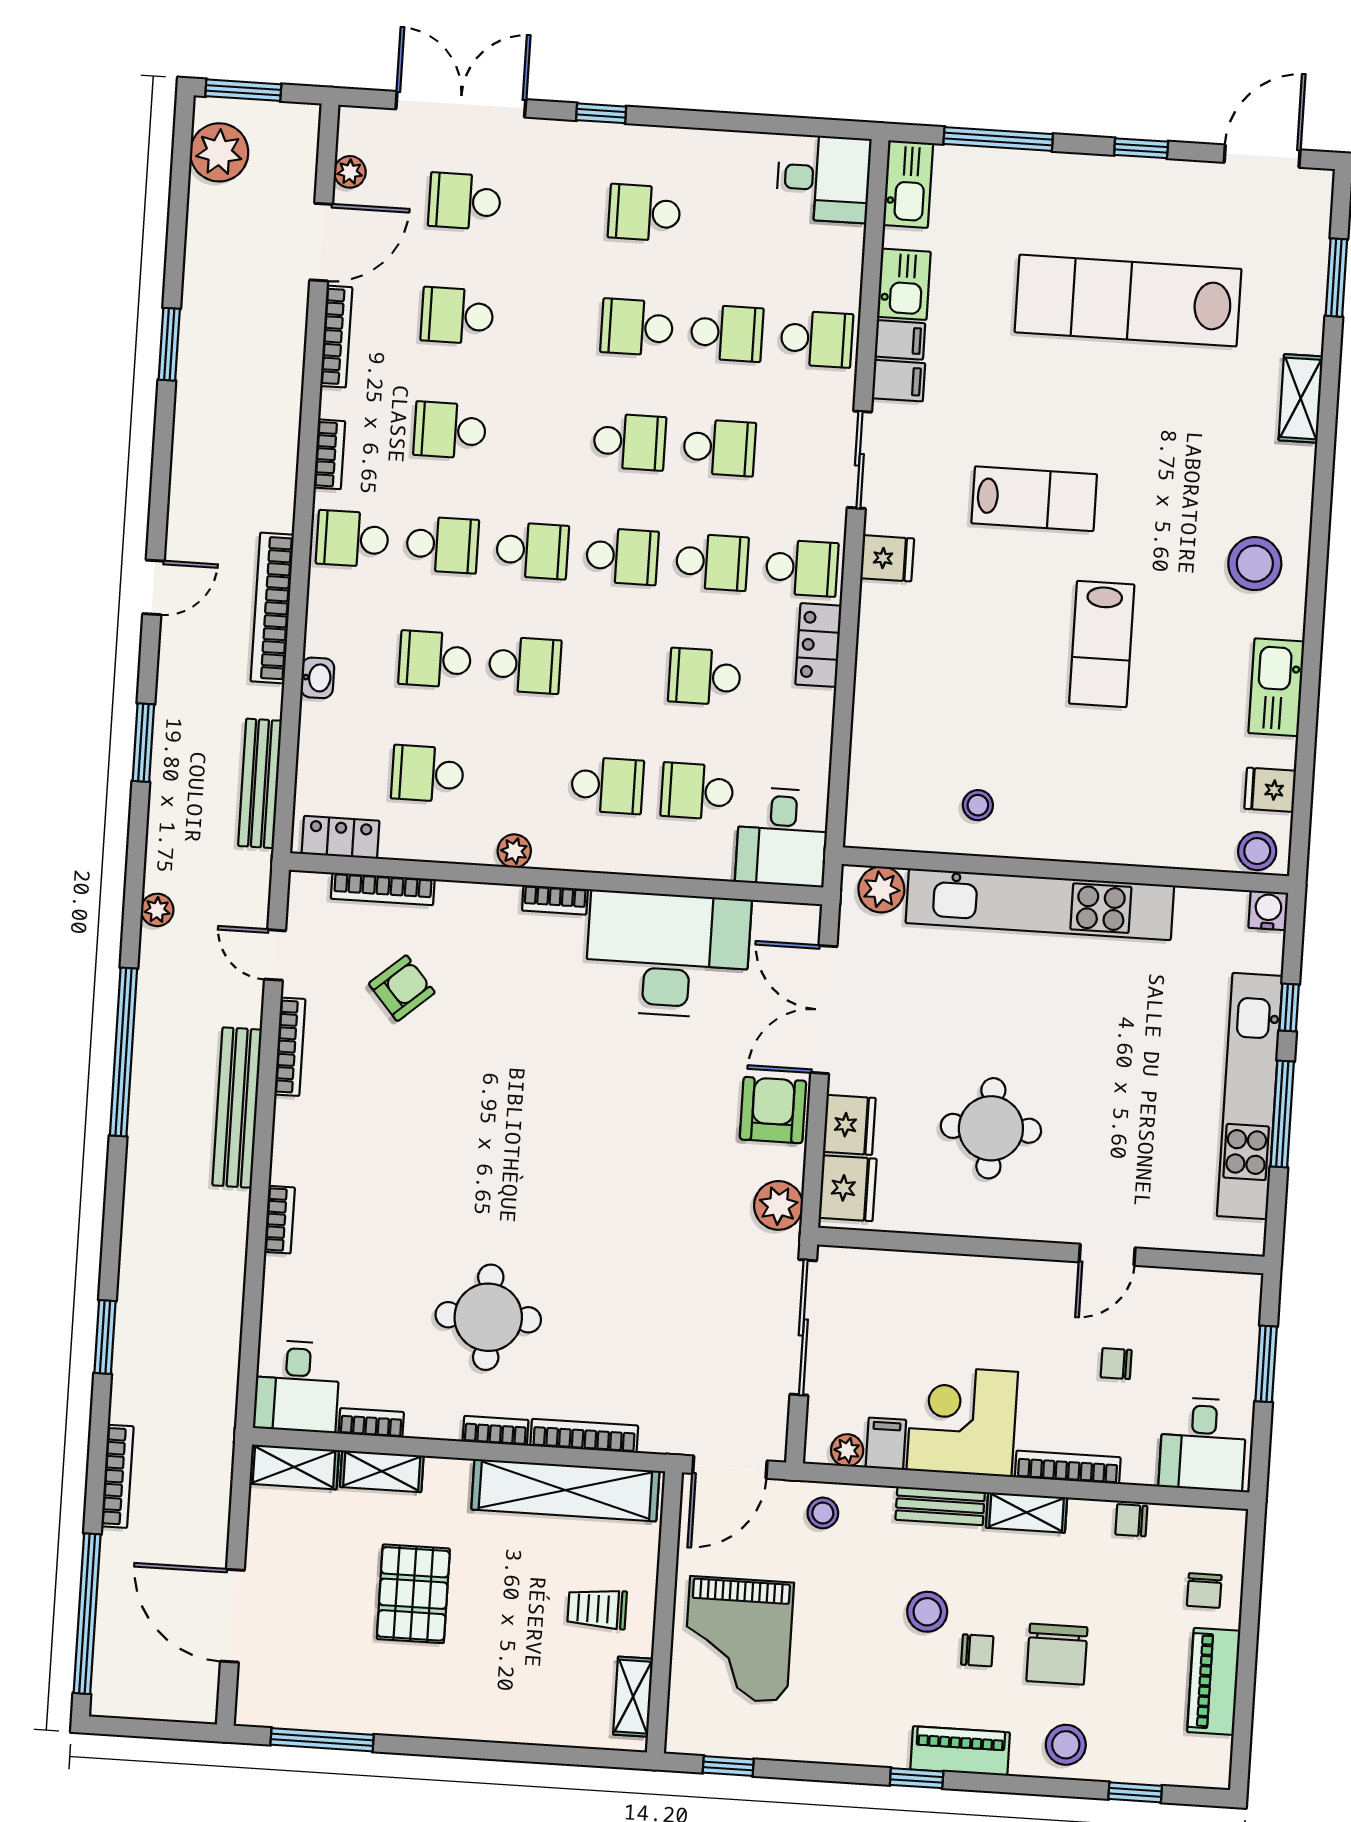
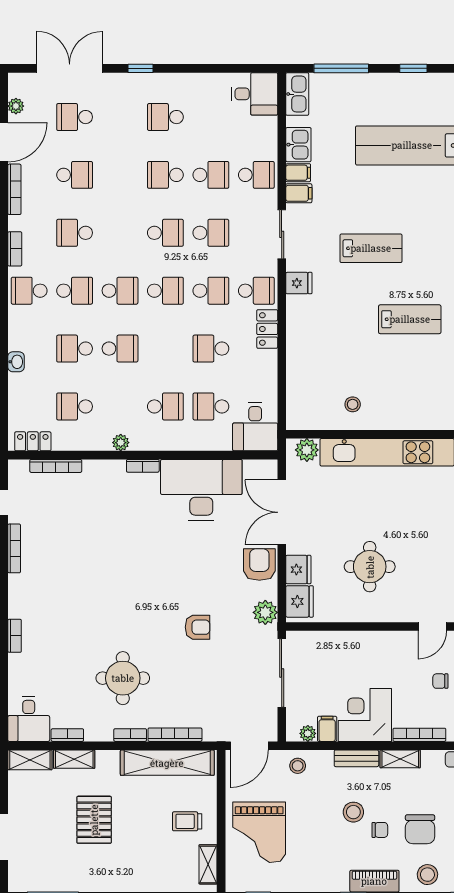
school desk: (457, 316) -> (75, 175), turned 180
lab bench: (1102, 644) -> (410, 319), turned -90
armchair: (402, 988) -> (197, 627), moved, turned 41

